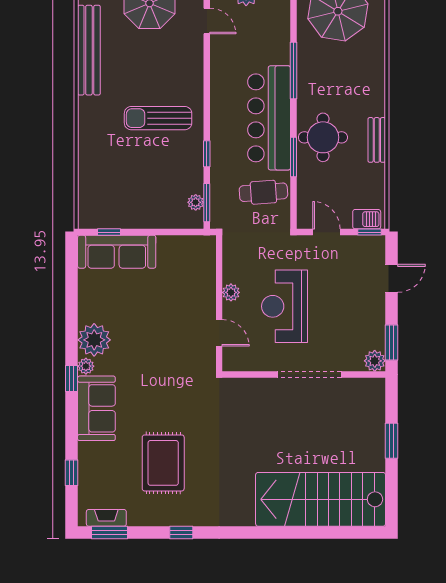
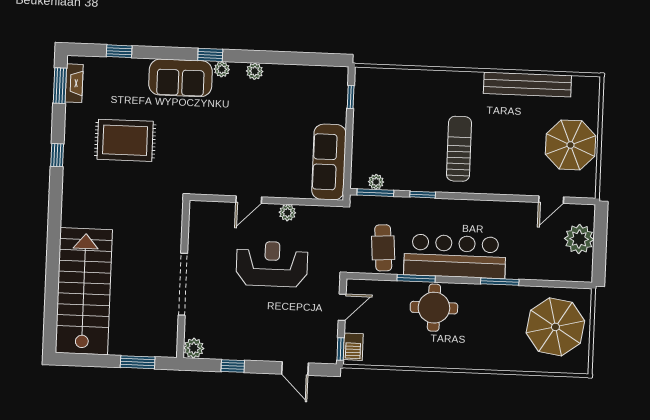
window: (293, 71) -> (500, 282), width x0.69
bench: (377, 140) -> (429, 360), removed
sofa: (117, 252) -> (329, 162), moved
plant: (94, 340) -> (255, 71), width x0.53, depth x0.53
window: (392, 343) -> (233, 366), width x0.67
plant: (375, 361) -> (194, 348), moved
wall: (304, 375) -> (183, 279), moved
doorway: (309, 375) -> (183, 284), moved

